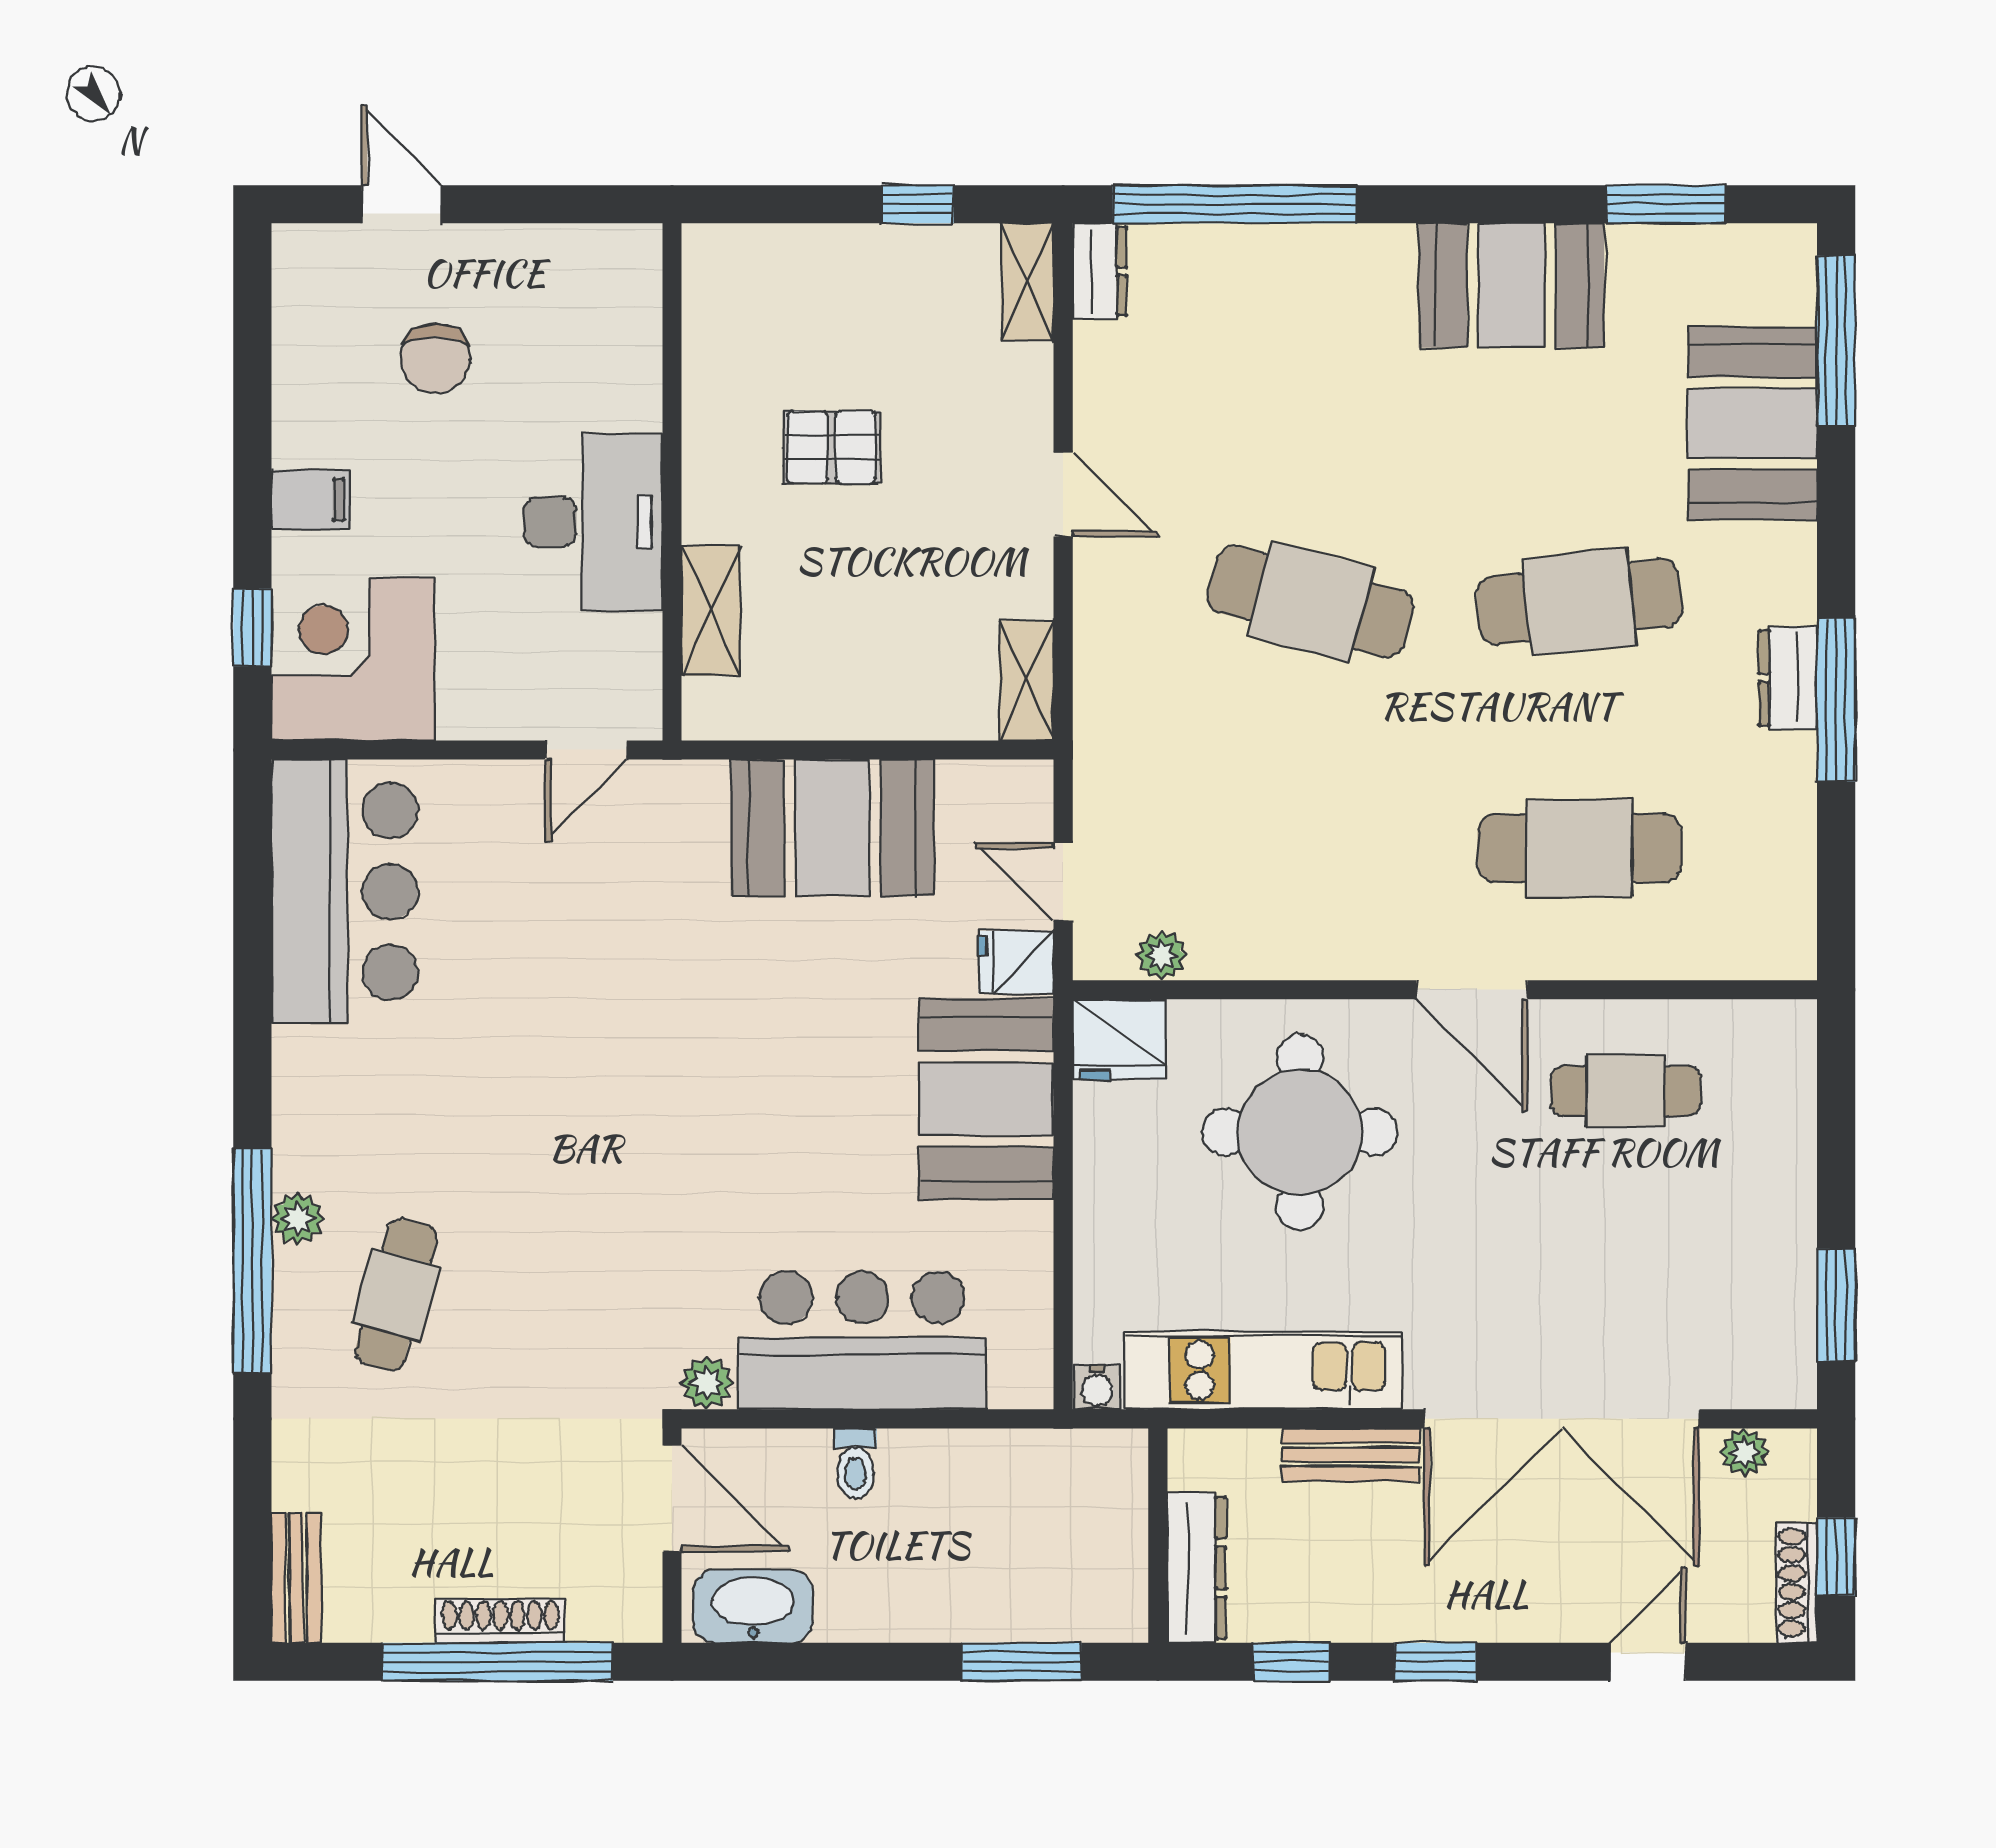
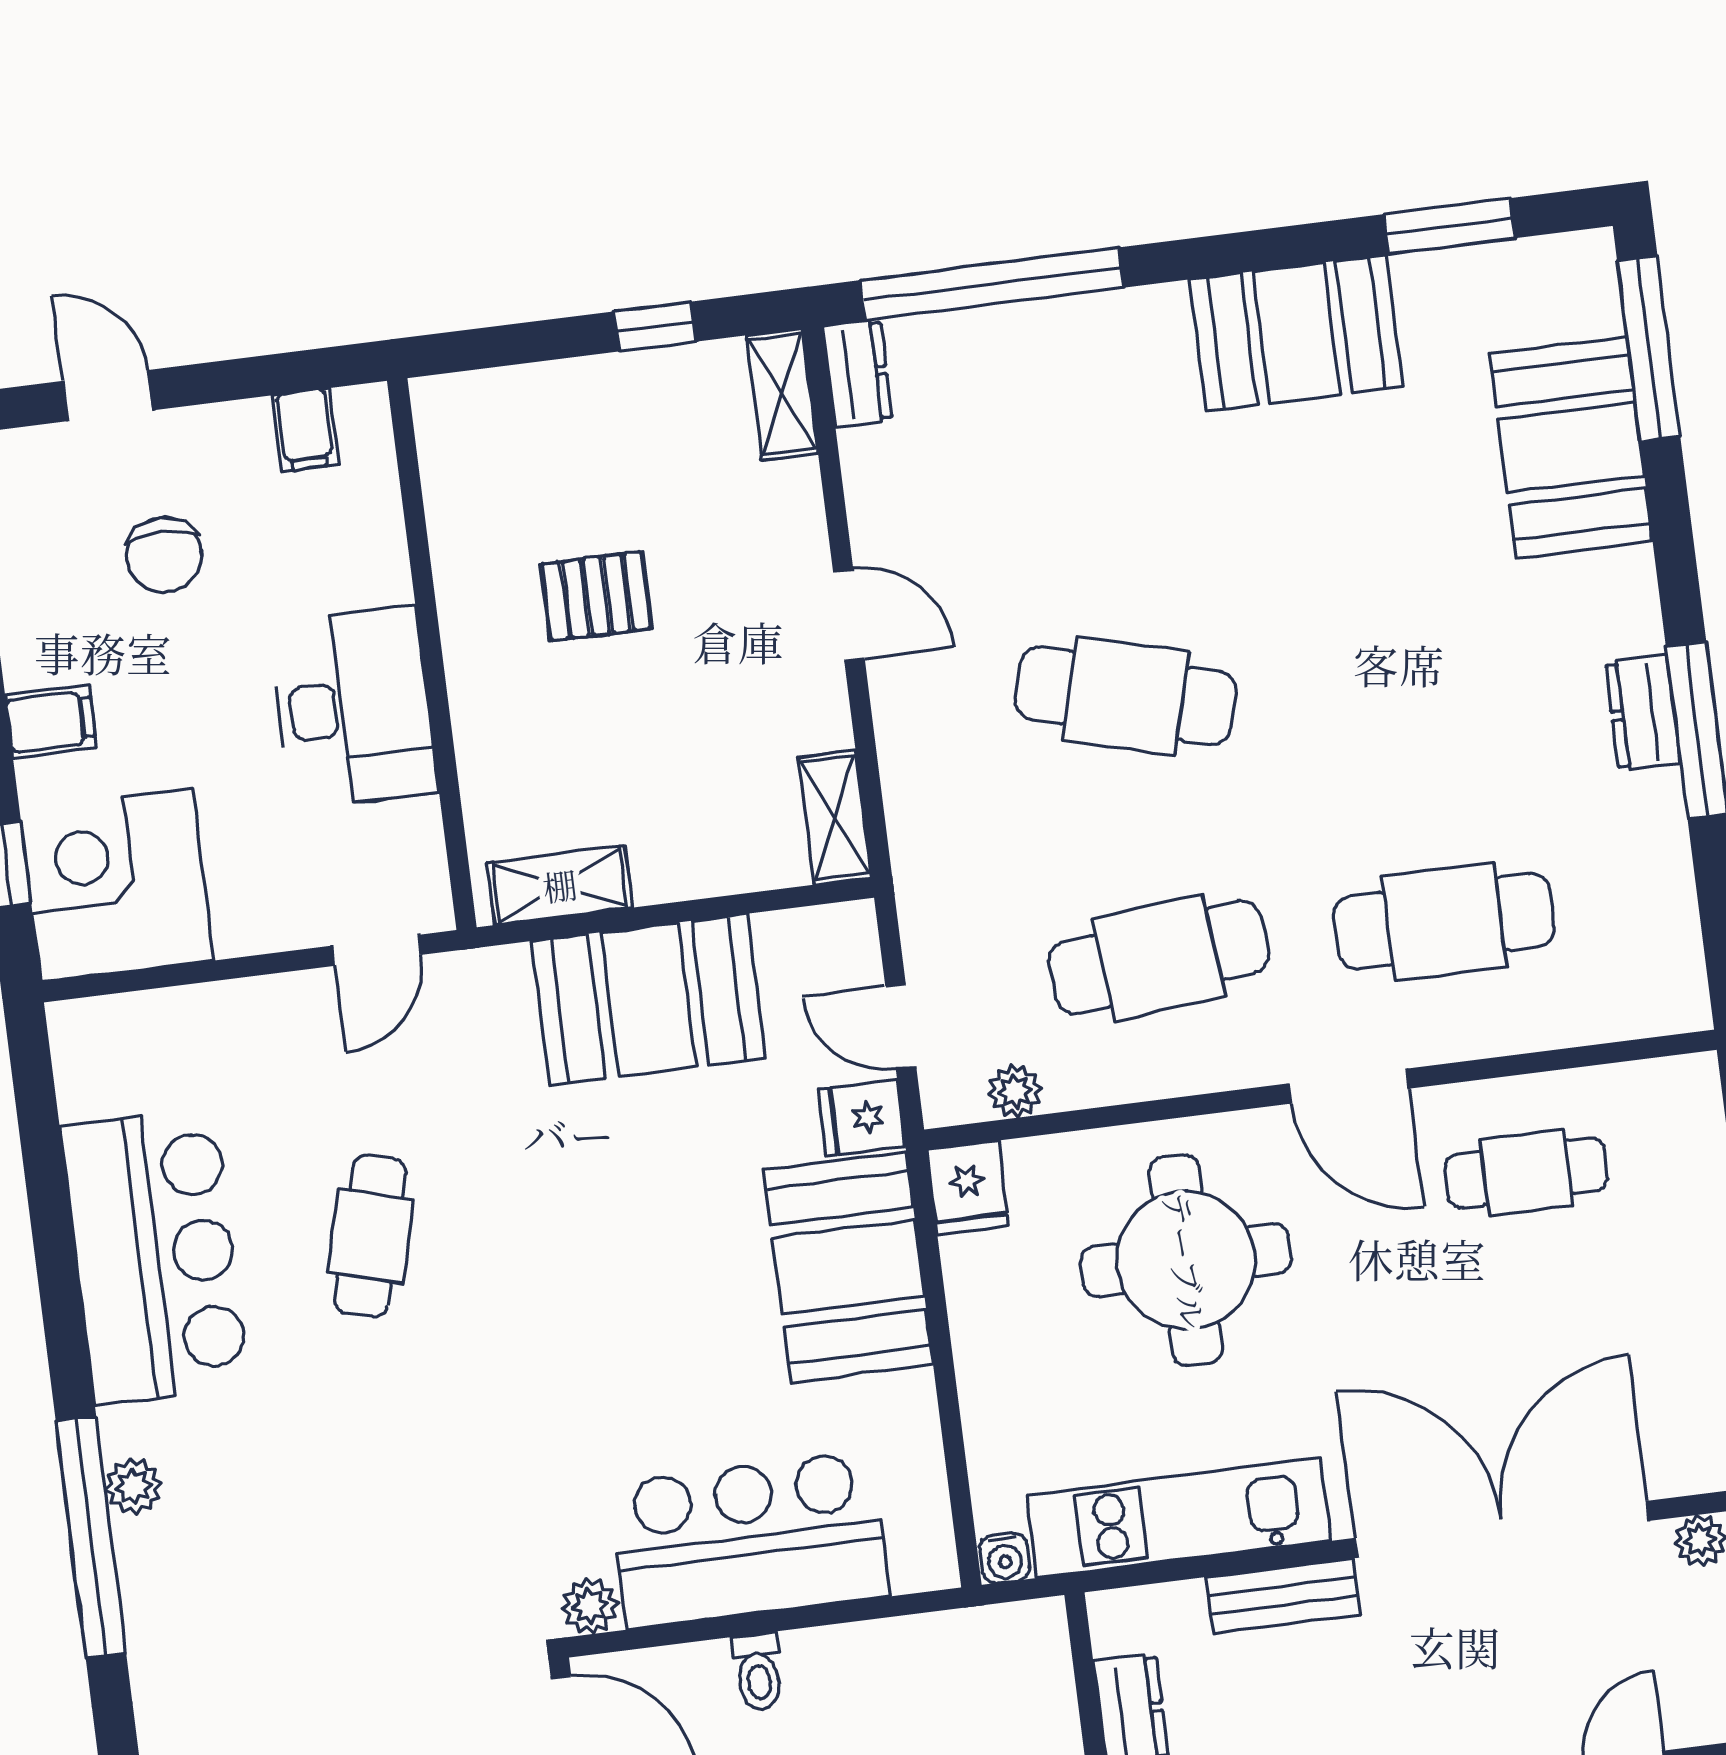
filing cabinet: (581, 259) -> (305, 430), added
cafe table: (1579, 602) -> (1159, 957), moved
shelving: (711, 611) -> (560, 885), moved, turned 90
bar counter: (345, 891) -> (155, 1256), moved
fridge: (1119, 1039) -> (968, 1188), width x0.72
cafe table: (396, 1295) -> (370, 1236), moved
double door: (1562, 1419) -> (1502, 1529), swing flipped

